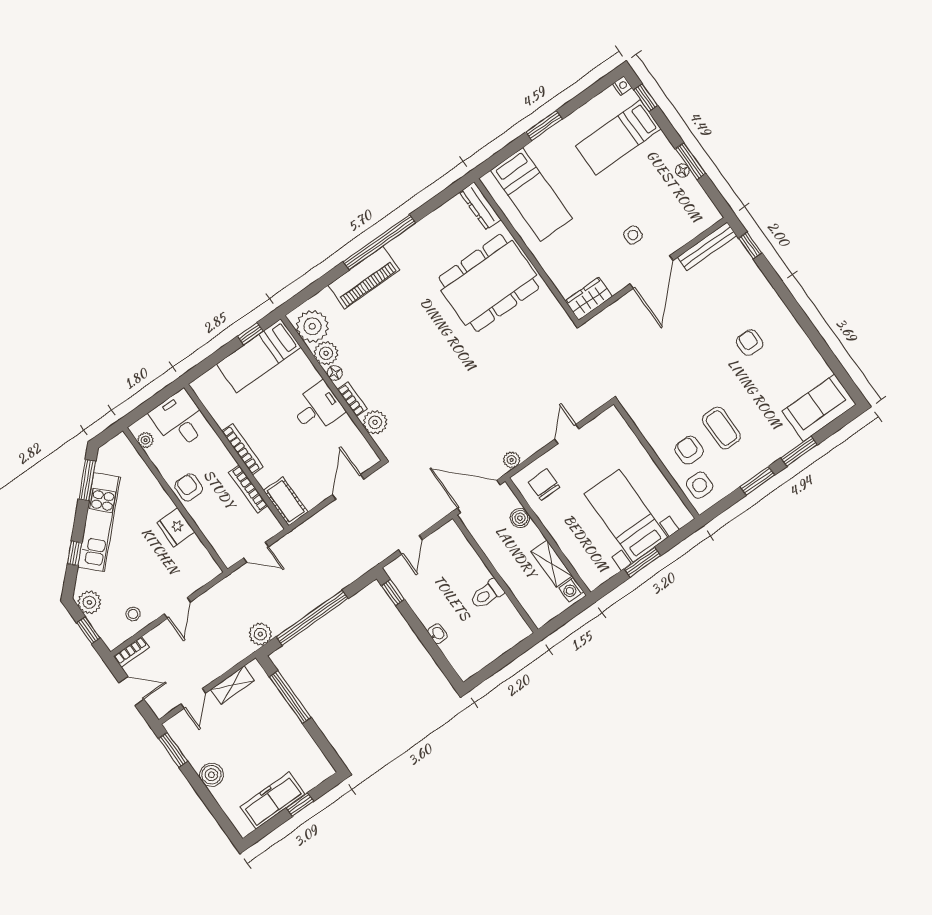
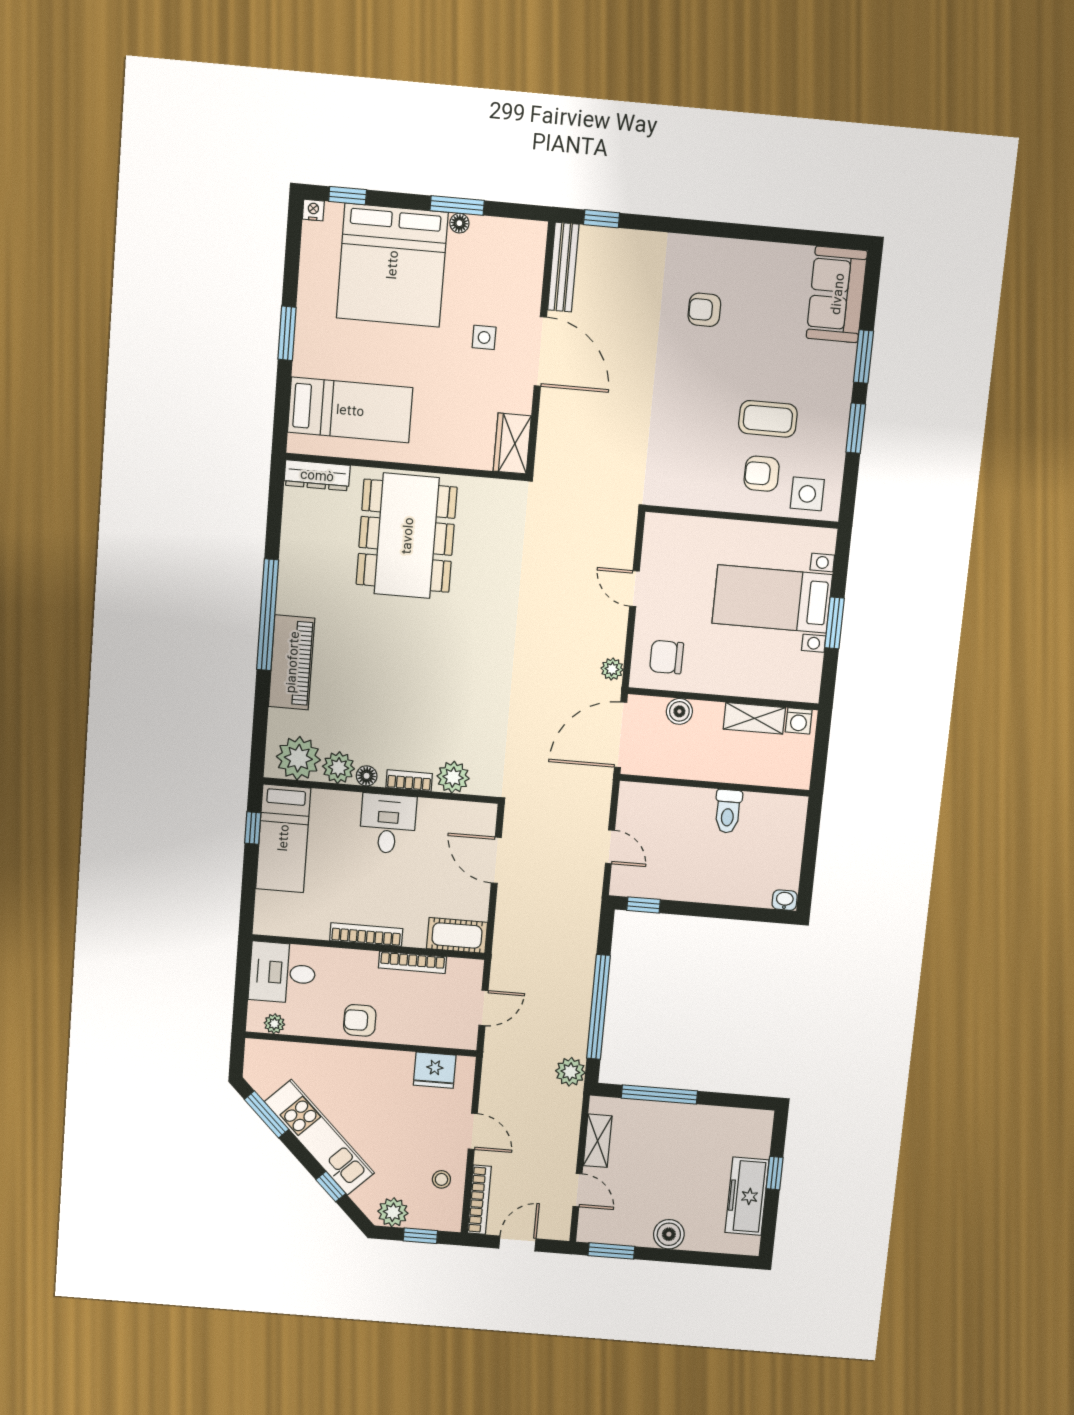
bed: (618, 137) -> (392, 265), width x2.04
fridge: (176, 527) -> (435, 1070), moved
washbasin: (437, 634) -> (785, 900), moved
bookcase: (131, 652) -> (479, 1200), width x1.56

